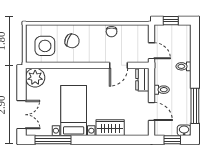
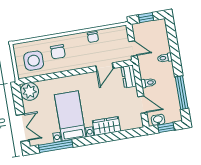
chair: (72, 41) -> (58, 52), turned 69
washbasin: (184, 130) -> (158, 120), moved

